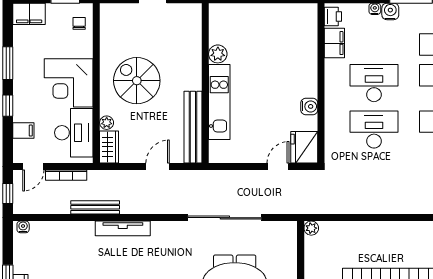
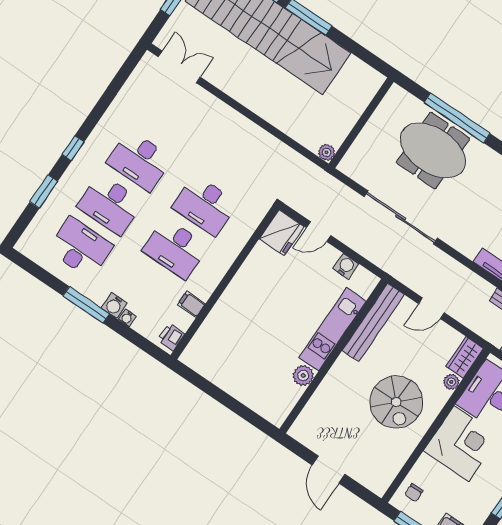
filing cabinet: (334, 43) -> (192, 304), width x0.50
water cooler: (309, 106) -> (346, 266), moved, turned 90

